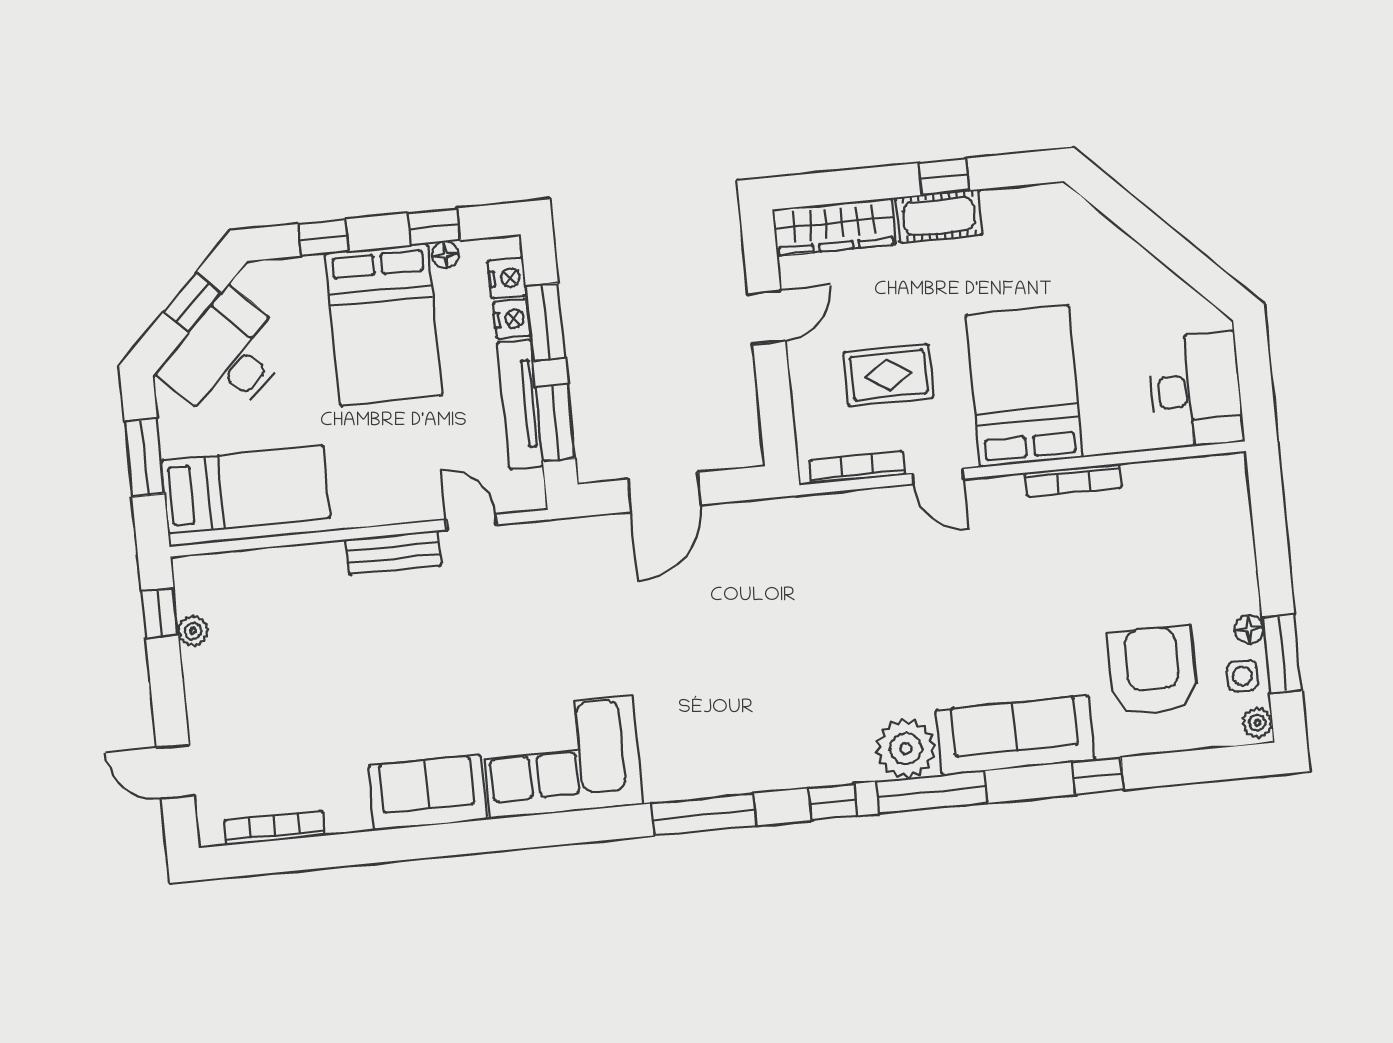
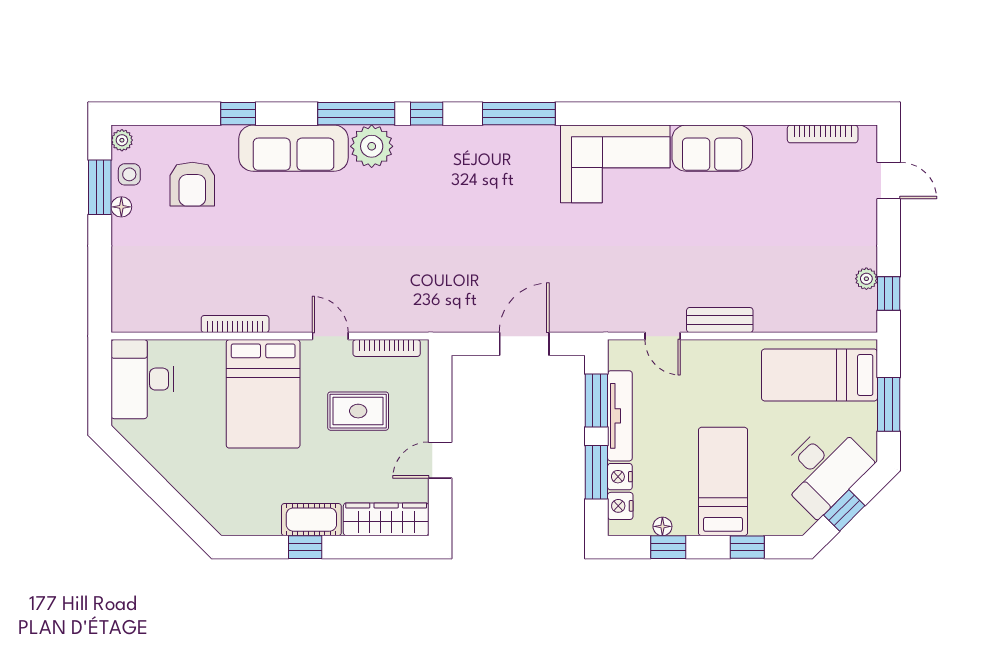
bed: (384, 325) -> (723, 481), width x0.67
armchair: (1153, 671) -> (192, 184), width x0.73, depth x0.73

